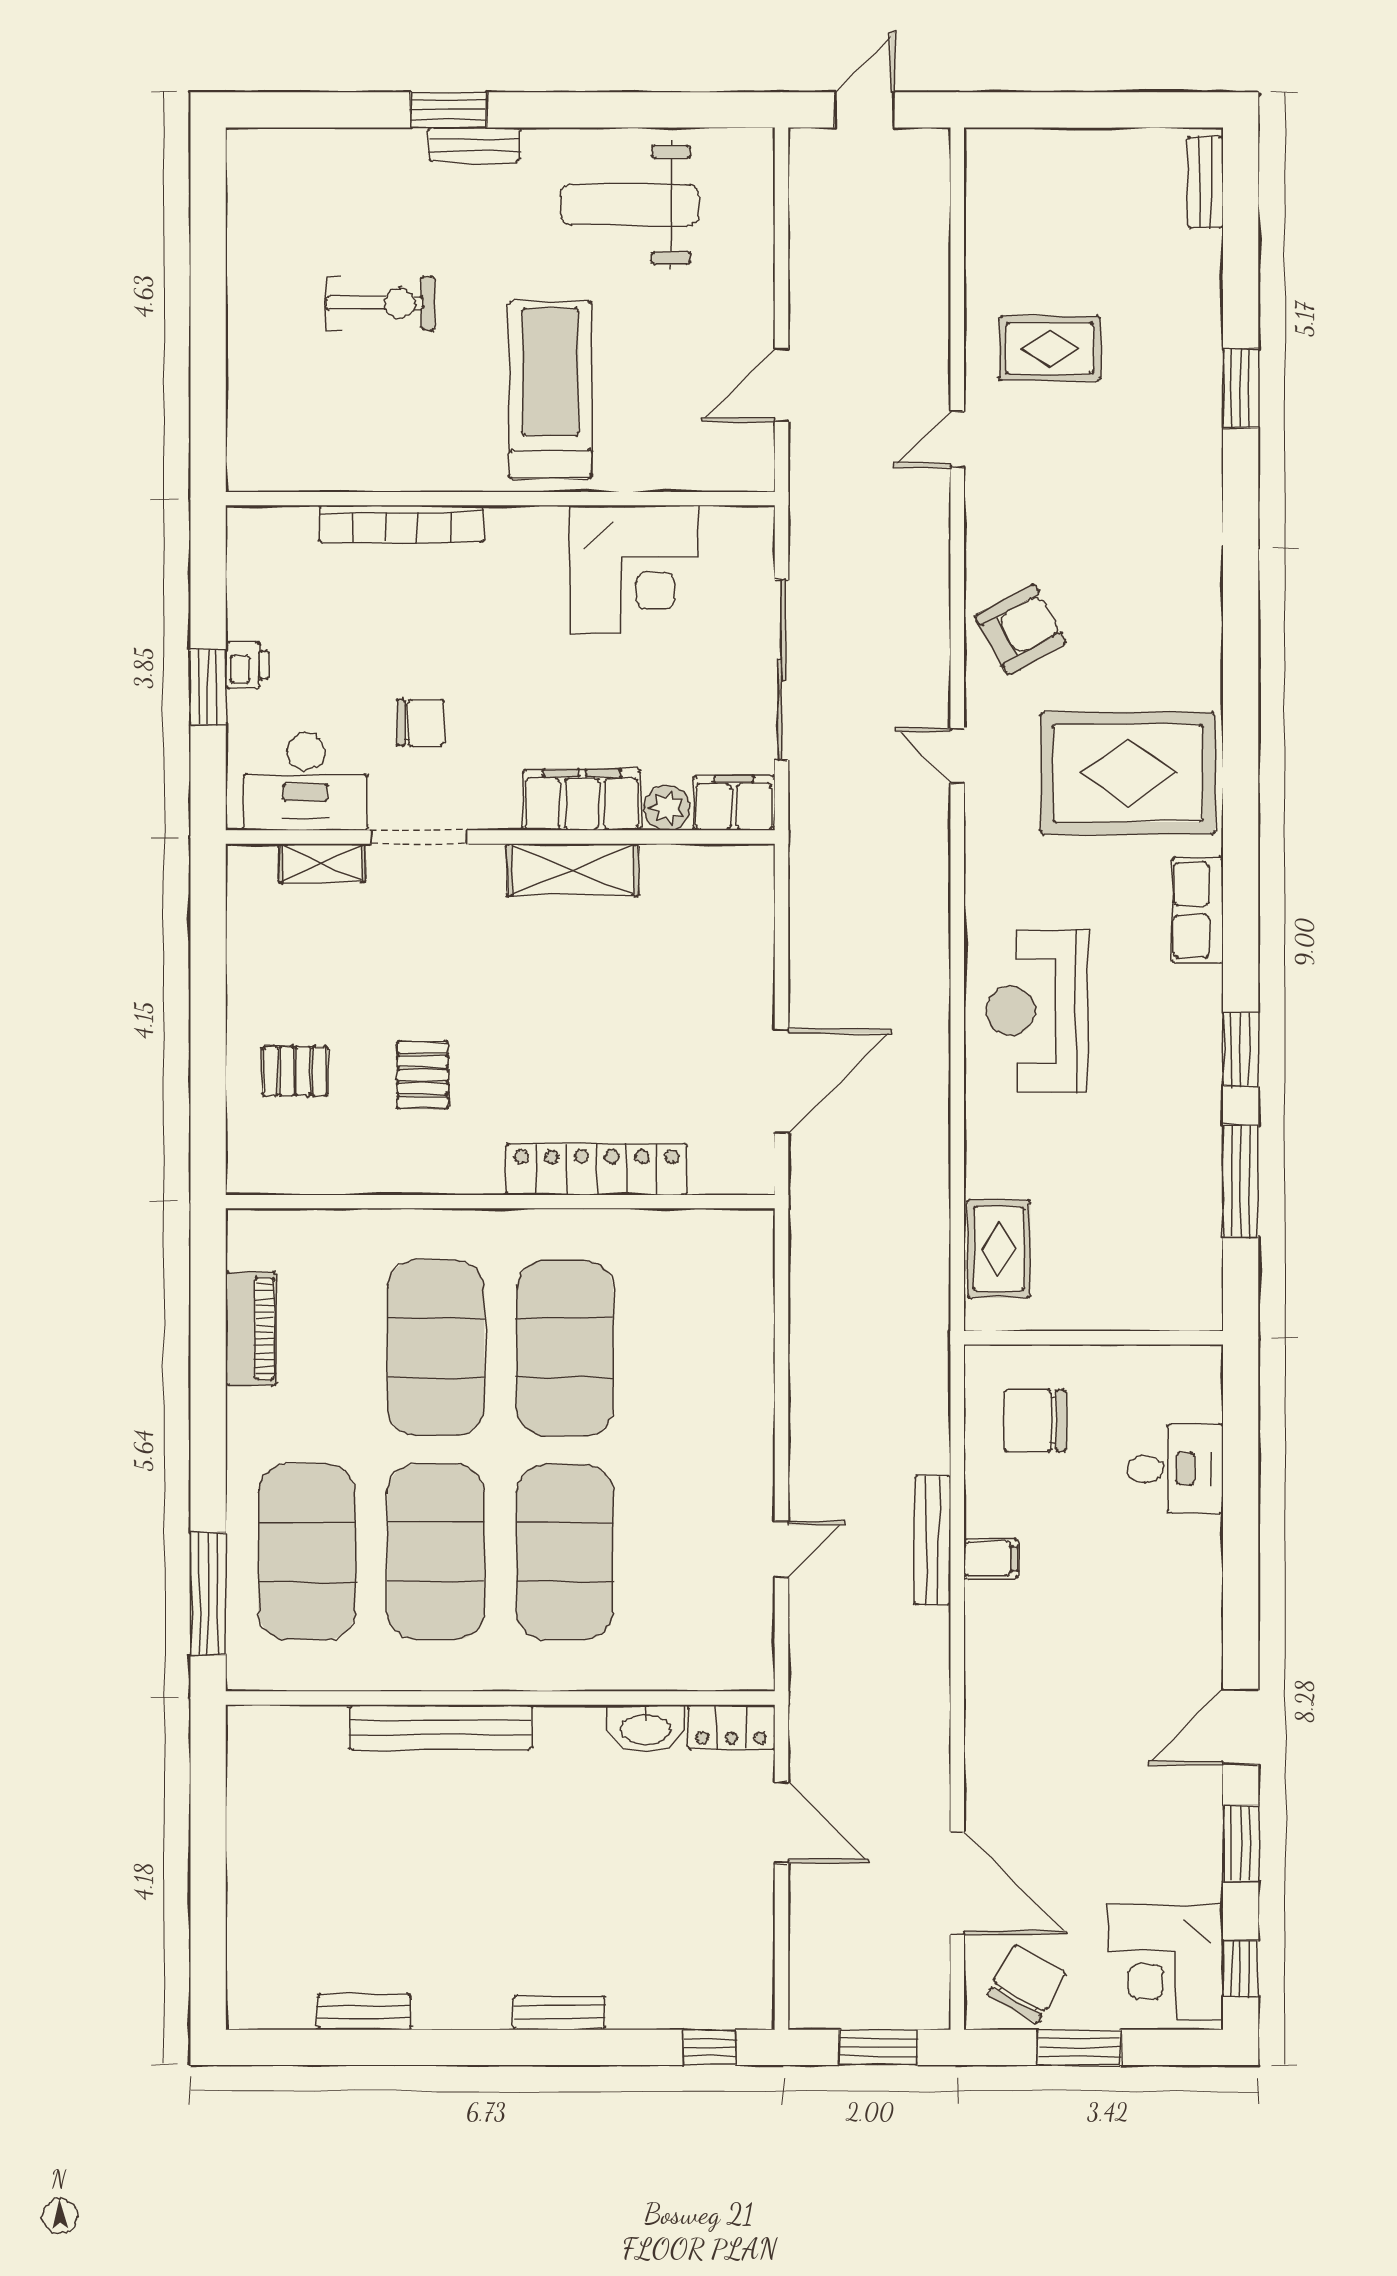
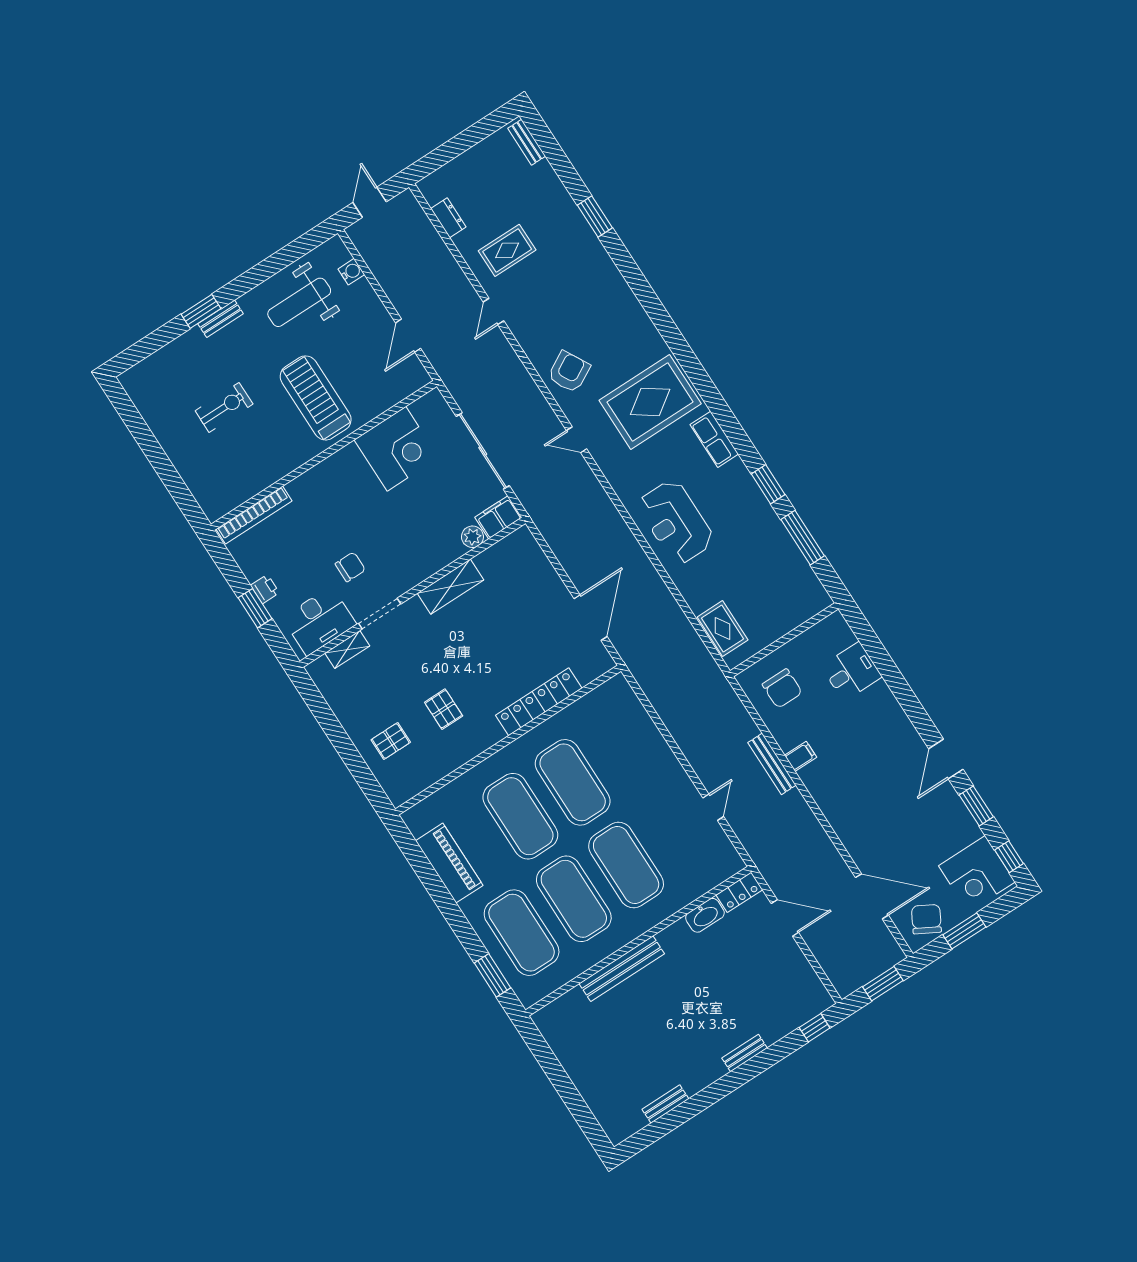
water cooler: (755, 210) -> (351, 272), added
dresser: (984, 225) -> (448, 218), added
bookcase: (402, 524) -> (254, 515), moved
filing cabinet: (582, 800) -> (436, 556), removed
piano: (251, 1329) -> (449, 863), width x1.37, depth x1.33
chair: (1035, 1420) -> (782, 689), turned -90
window: (208, 1594) -> (493, 975), width x0.69

